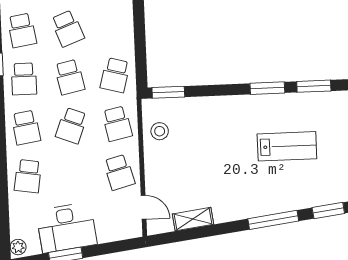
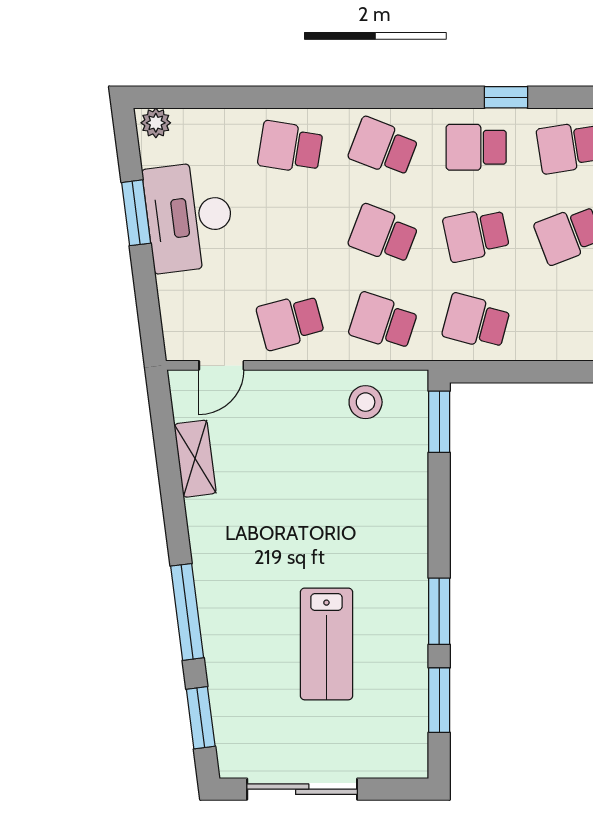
school desk: (117, 124) -> (383, 322), turned 30
school desk: (26, 128) -> (383, 147), turned 30

